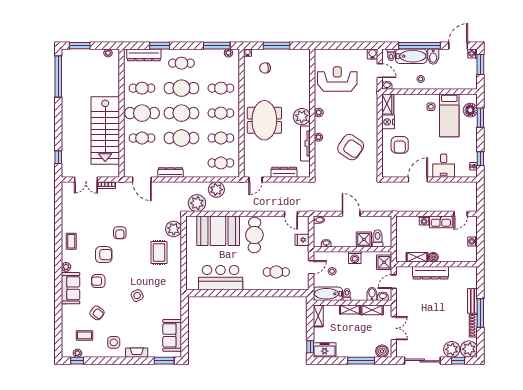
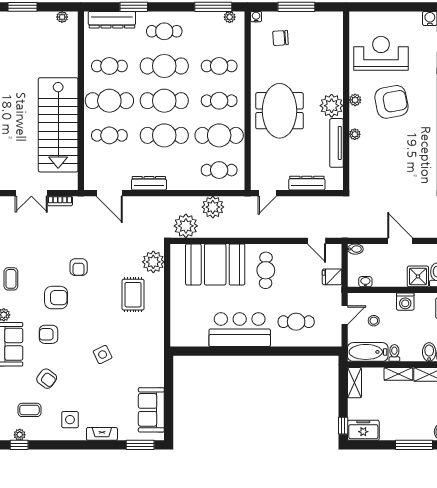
cafe table: (221, 138) -> (219, 135), width x1.37, depth x1.35
armchair: (351, 147) -> (391, 102), moved, turned -45
cafe table: (254, 235) -> (266, 270), width x0.73, depth x0.74
bar counter: (221, 278) -> (240, 330), moved

